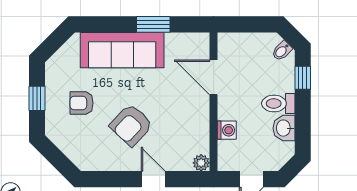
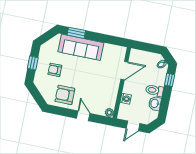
window: (153, 24) -> (76, 33), moved
door: (214, 77) -> (124, 71), swing flipped
armchair: (131, 125) -> (65, 95), moved, turned 47

